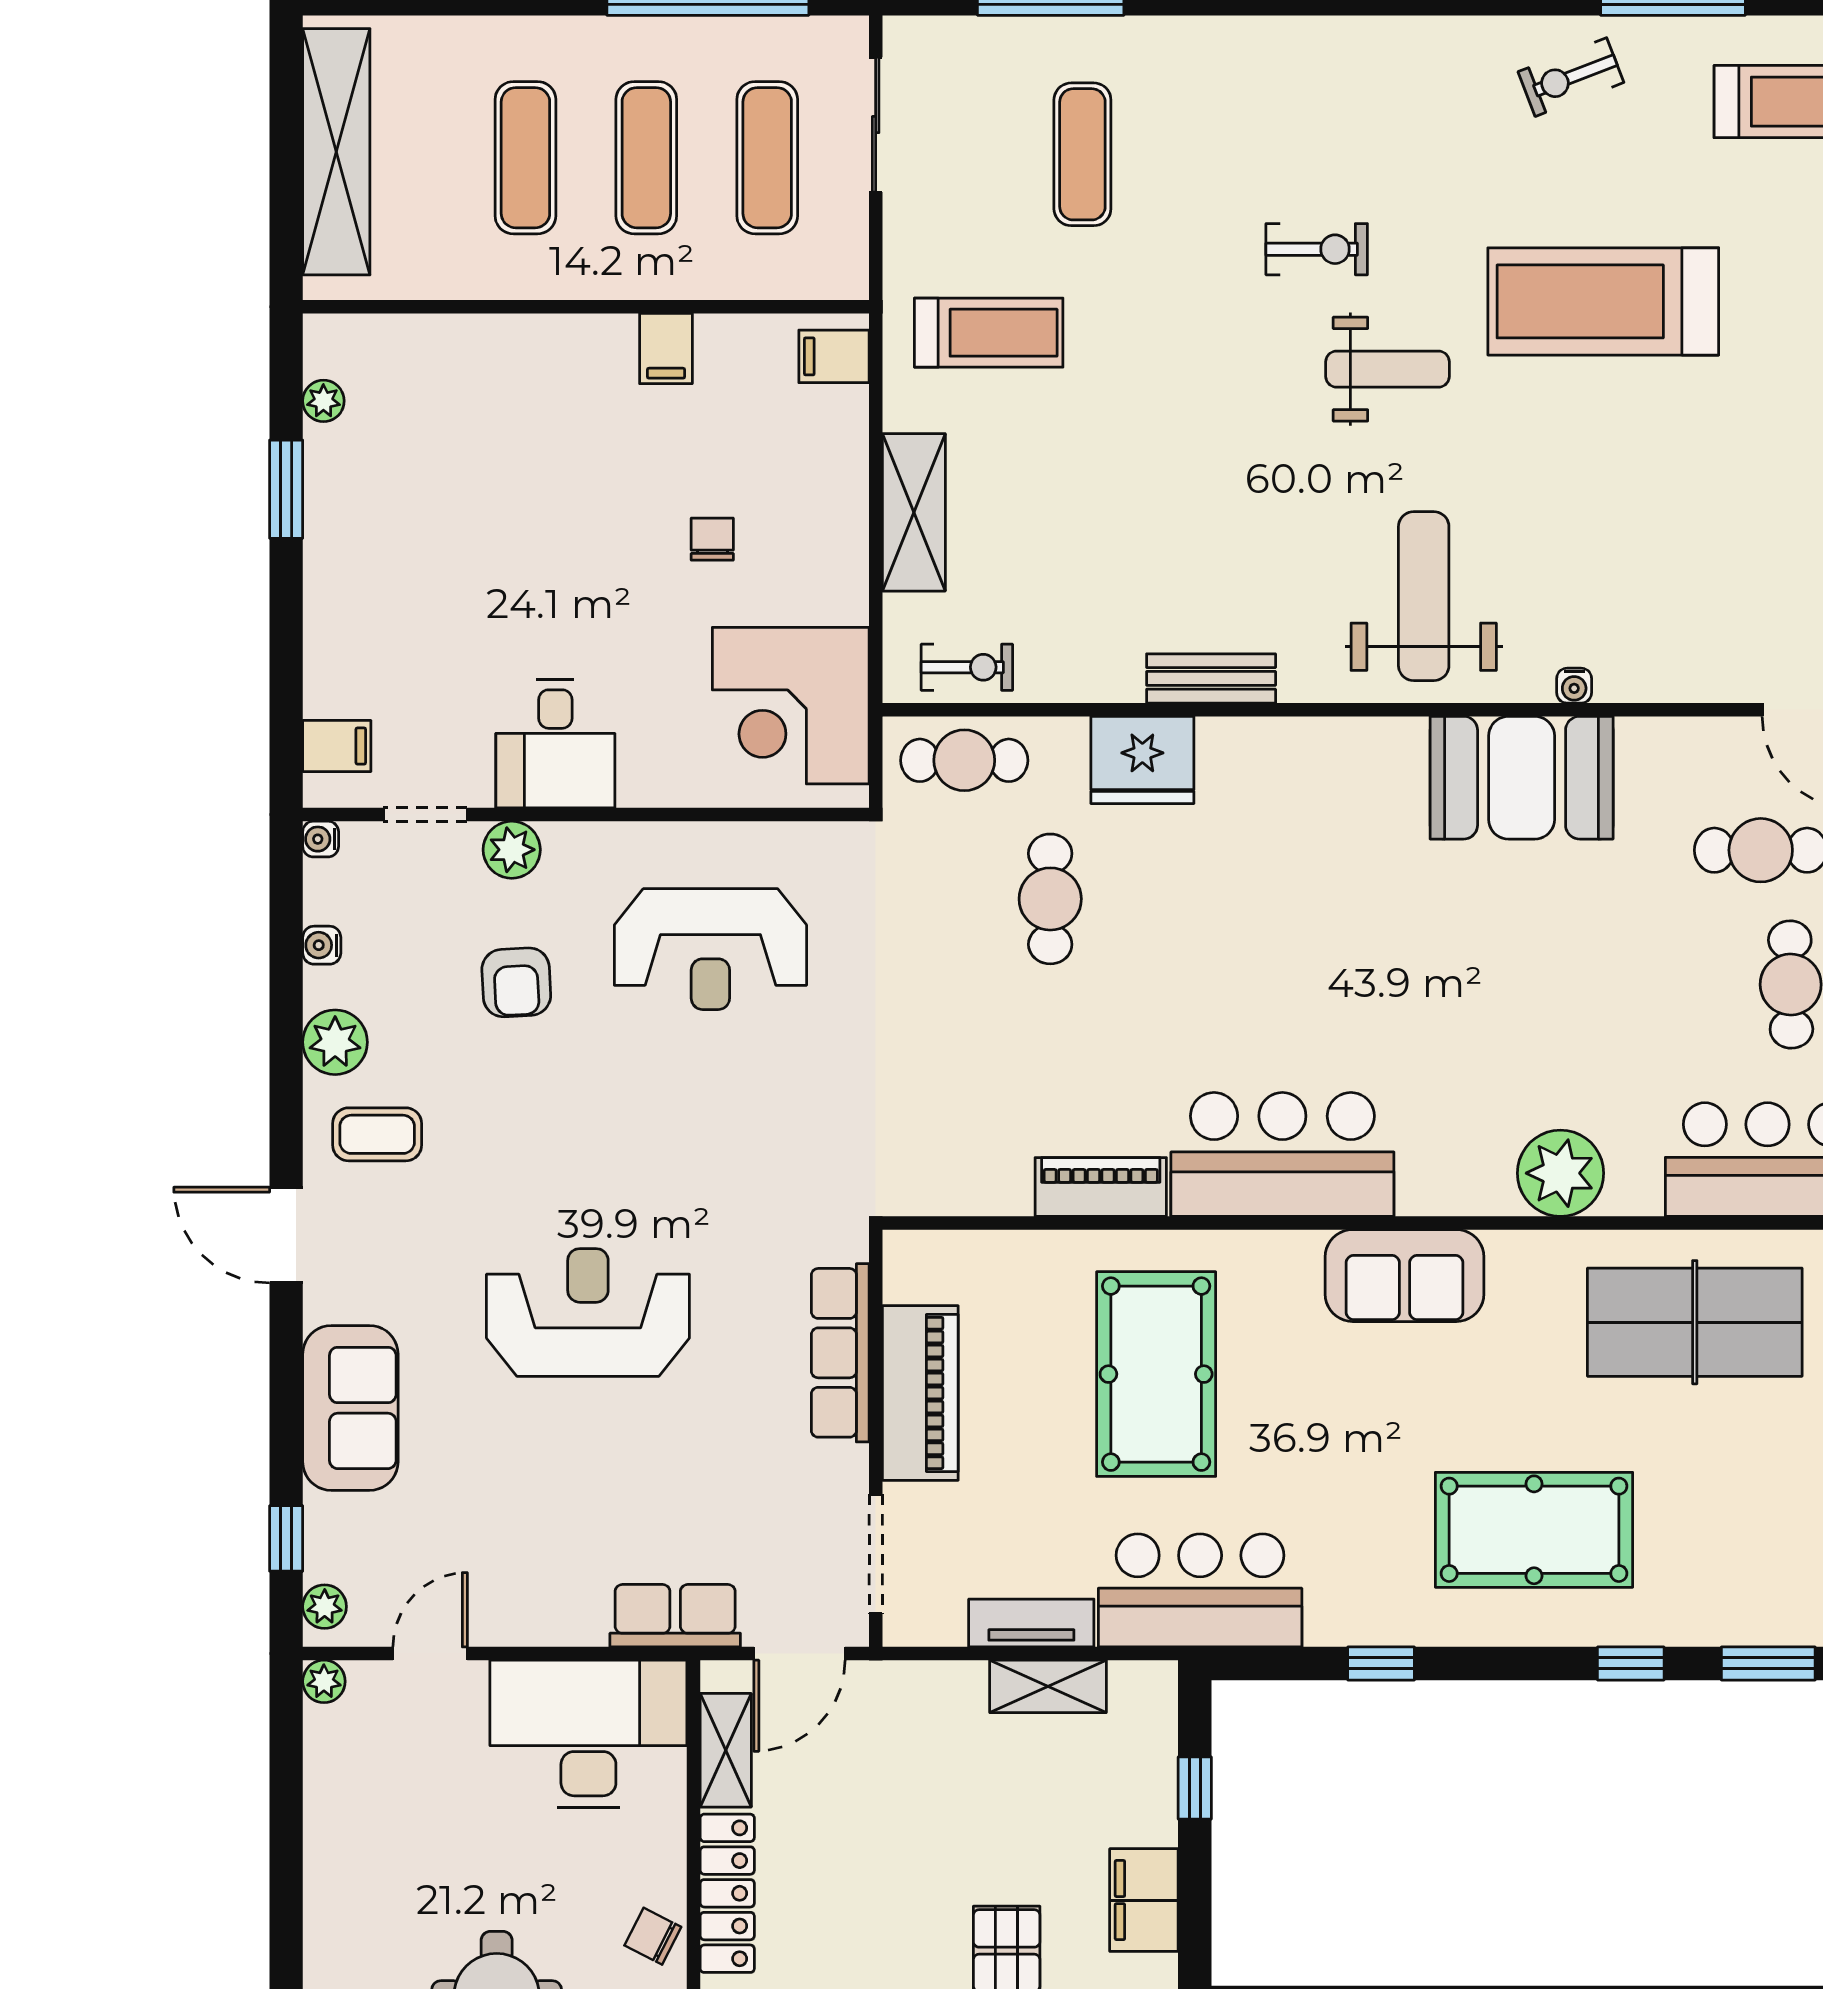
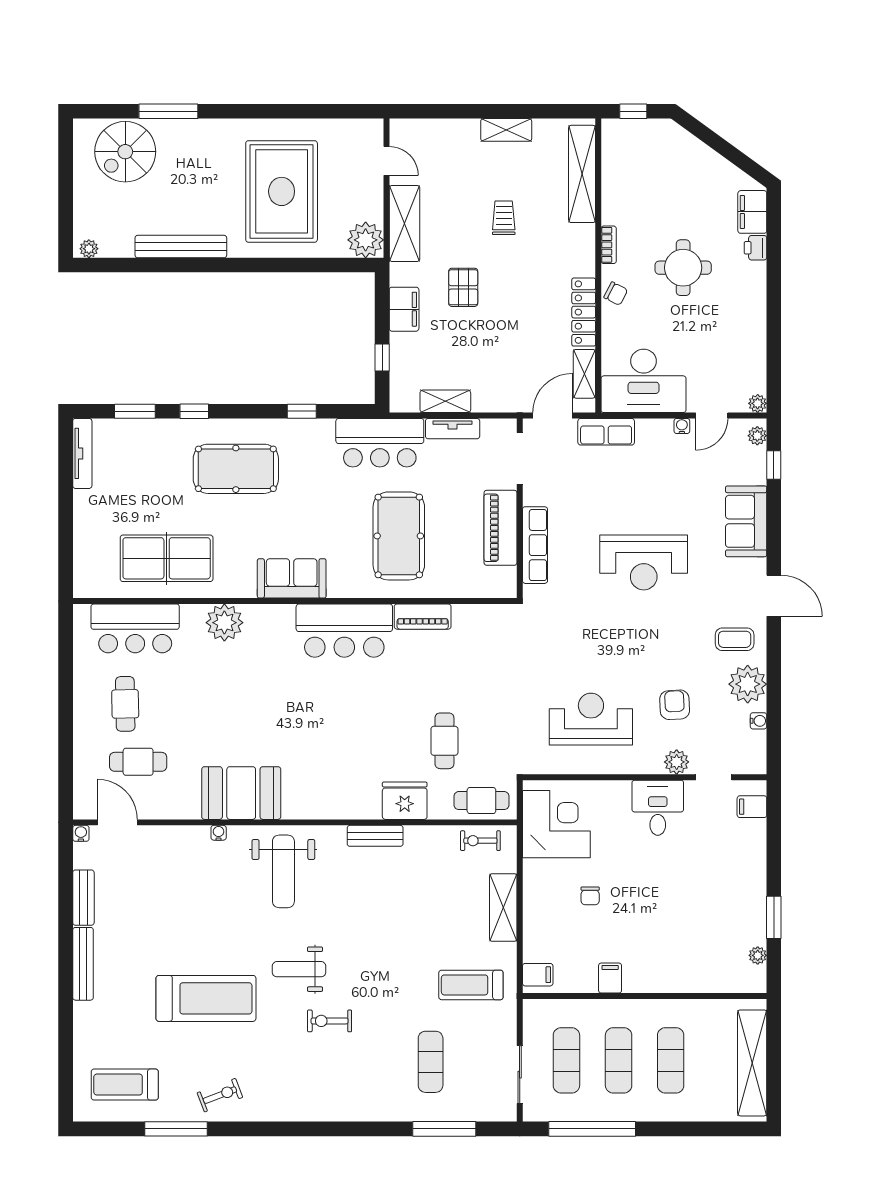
water cooler: (321, 839) -> (682, 426), moved, turned -90
plant: (335, 1042) -> (748, 684), width x1.36, depth x1.36

